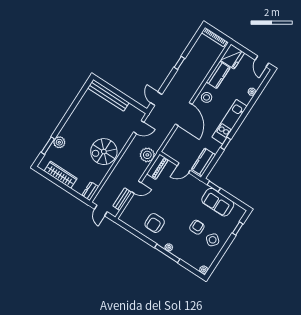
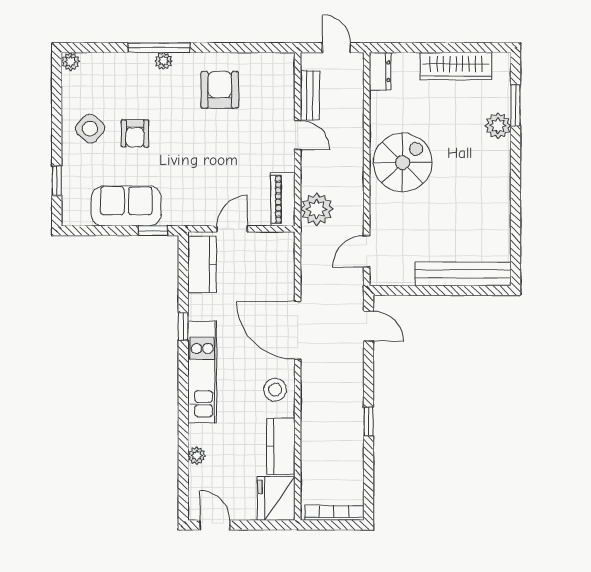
door: (136, 187) -> (298, 135), swing flipped

